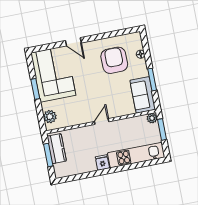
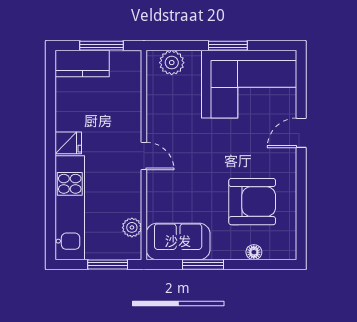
plant: (152, 118) -> (132, 227), moved
kitchen counter: (57, 149) -> (82, 64), moved

